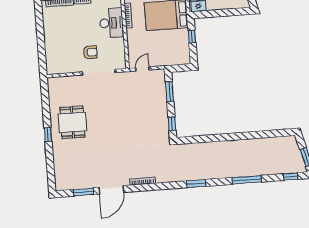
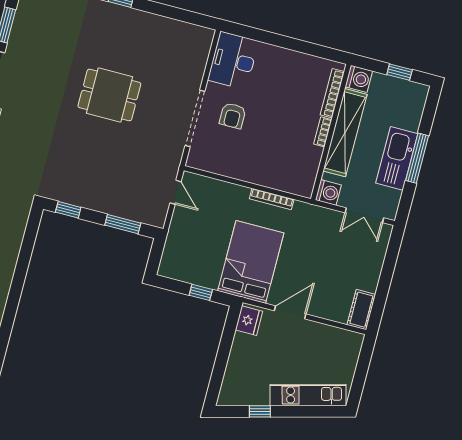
desk: (111, 23) -> (233, 61), moved, turned 90
dining table: (72, 122) -> (109, 95), moved

